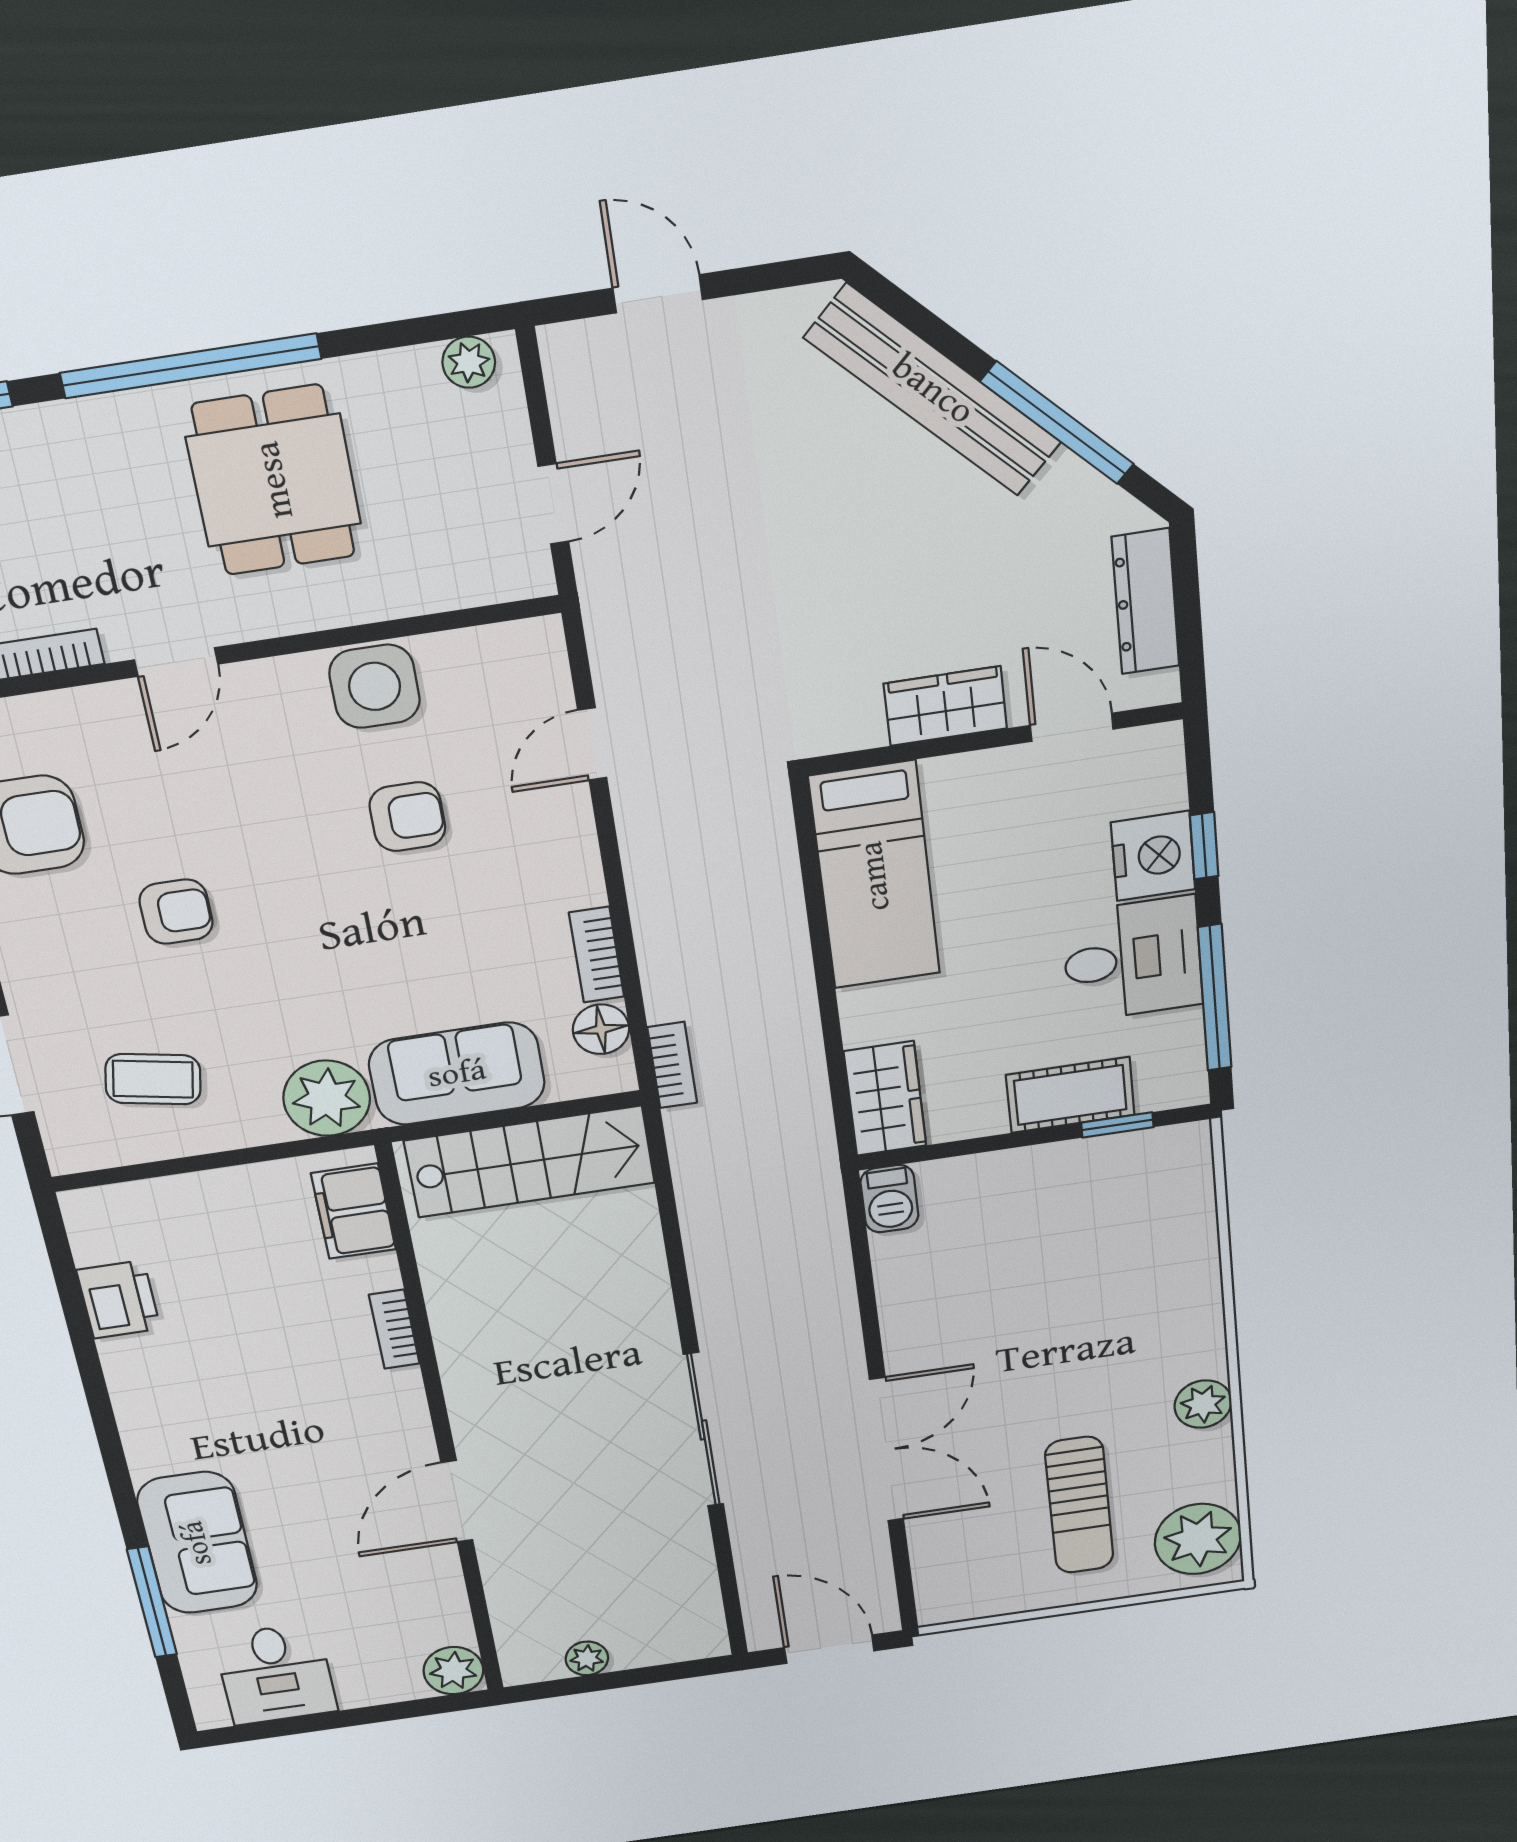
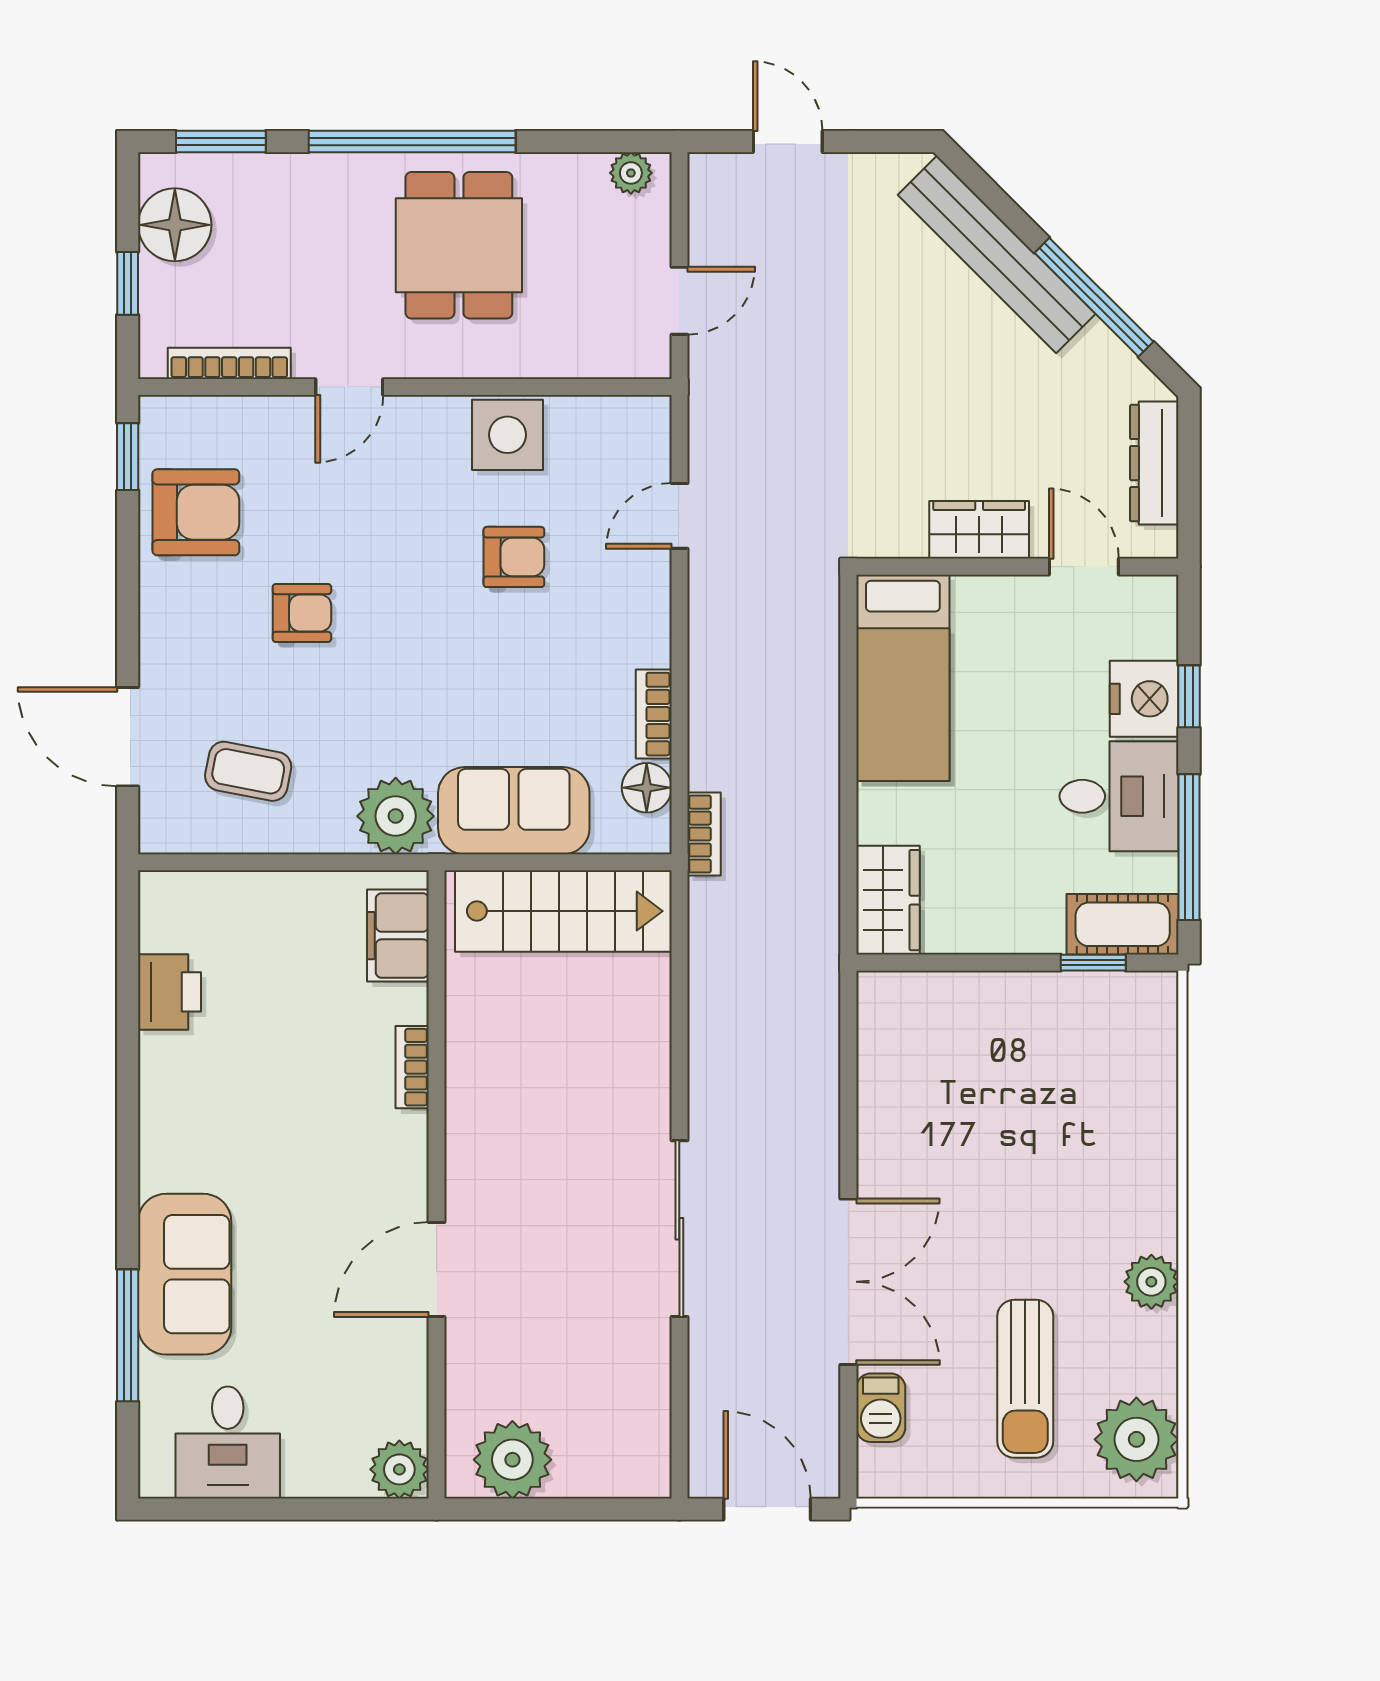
cot: (1070, 1095) -> (1123, 924), moved
barbecue: (889, 1199) -> (881, 1408), moved
plant: (587, 1658) -> (512, 1460), width x1.88, depth x1.88

